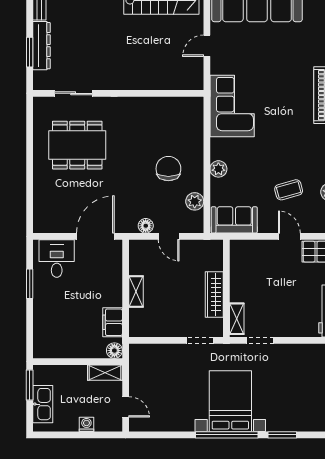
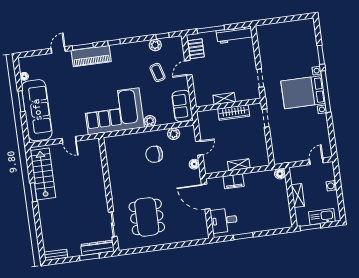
dresser: (41, 46) -> (97, 248), moved
corner sofa: (232, 106) -> (114, 111), width x1.36, depth x1.36
shelving: (237, 319) -> (224, 99), moved
filing cabinet: (113, 322) -> (234, 181), moved
shelving: (105, 373) -> (298, 195), moved

